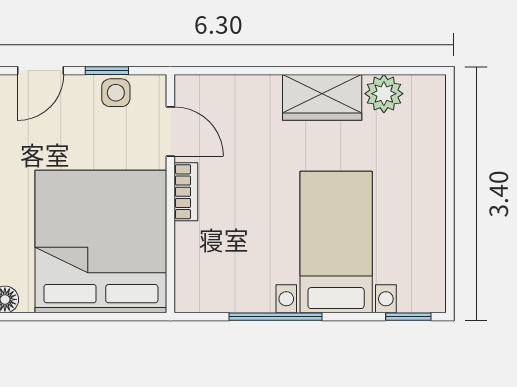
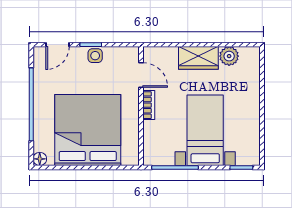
door: (170, 131) -> (141, 75), moved
bookcase: (186, 192) -> (149, 105), moved
wall: (170, 194) -> (141, 106), moved

